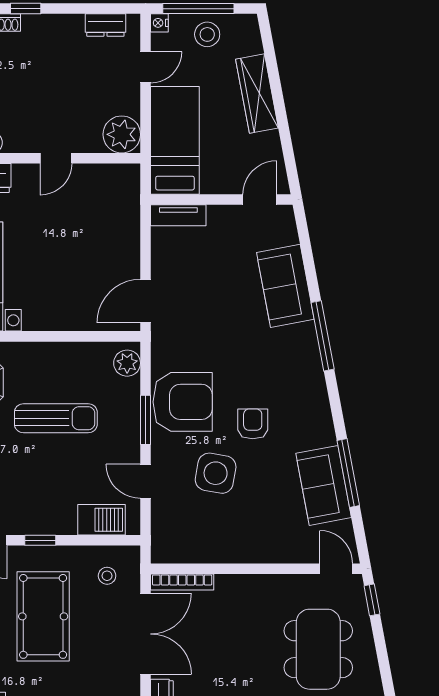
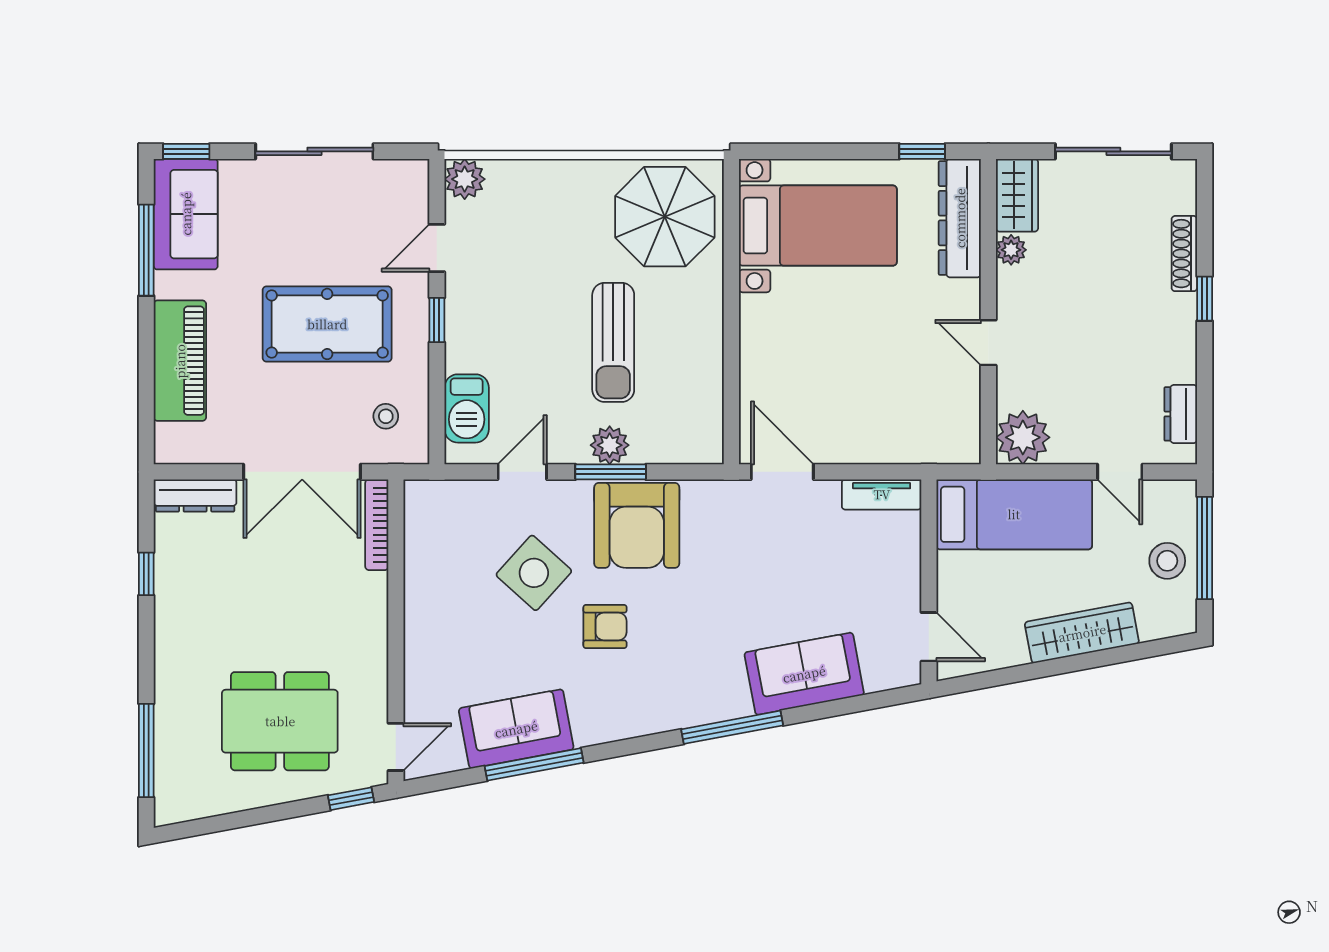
nightstand: (159, 23) -> (1184, 492), removed
tv unit: (178, 215) -> (882, 494), moved, turned -90
plant: (127, 363) -> (610, 445), moved
side table: (216, 473) -> (534, 573), turned 32

